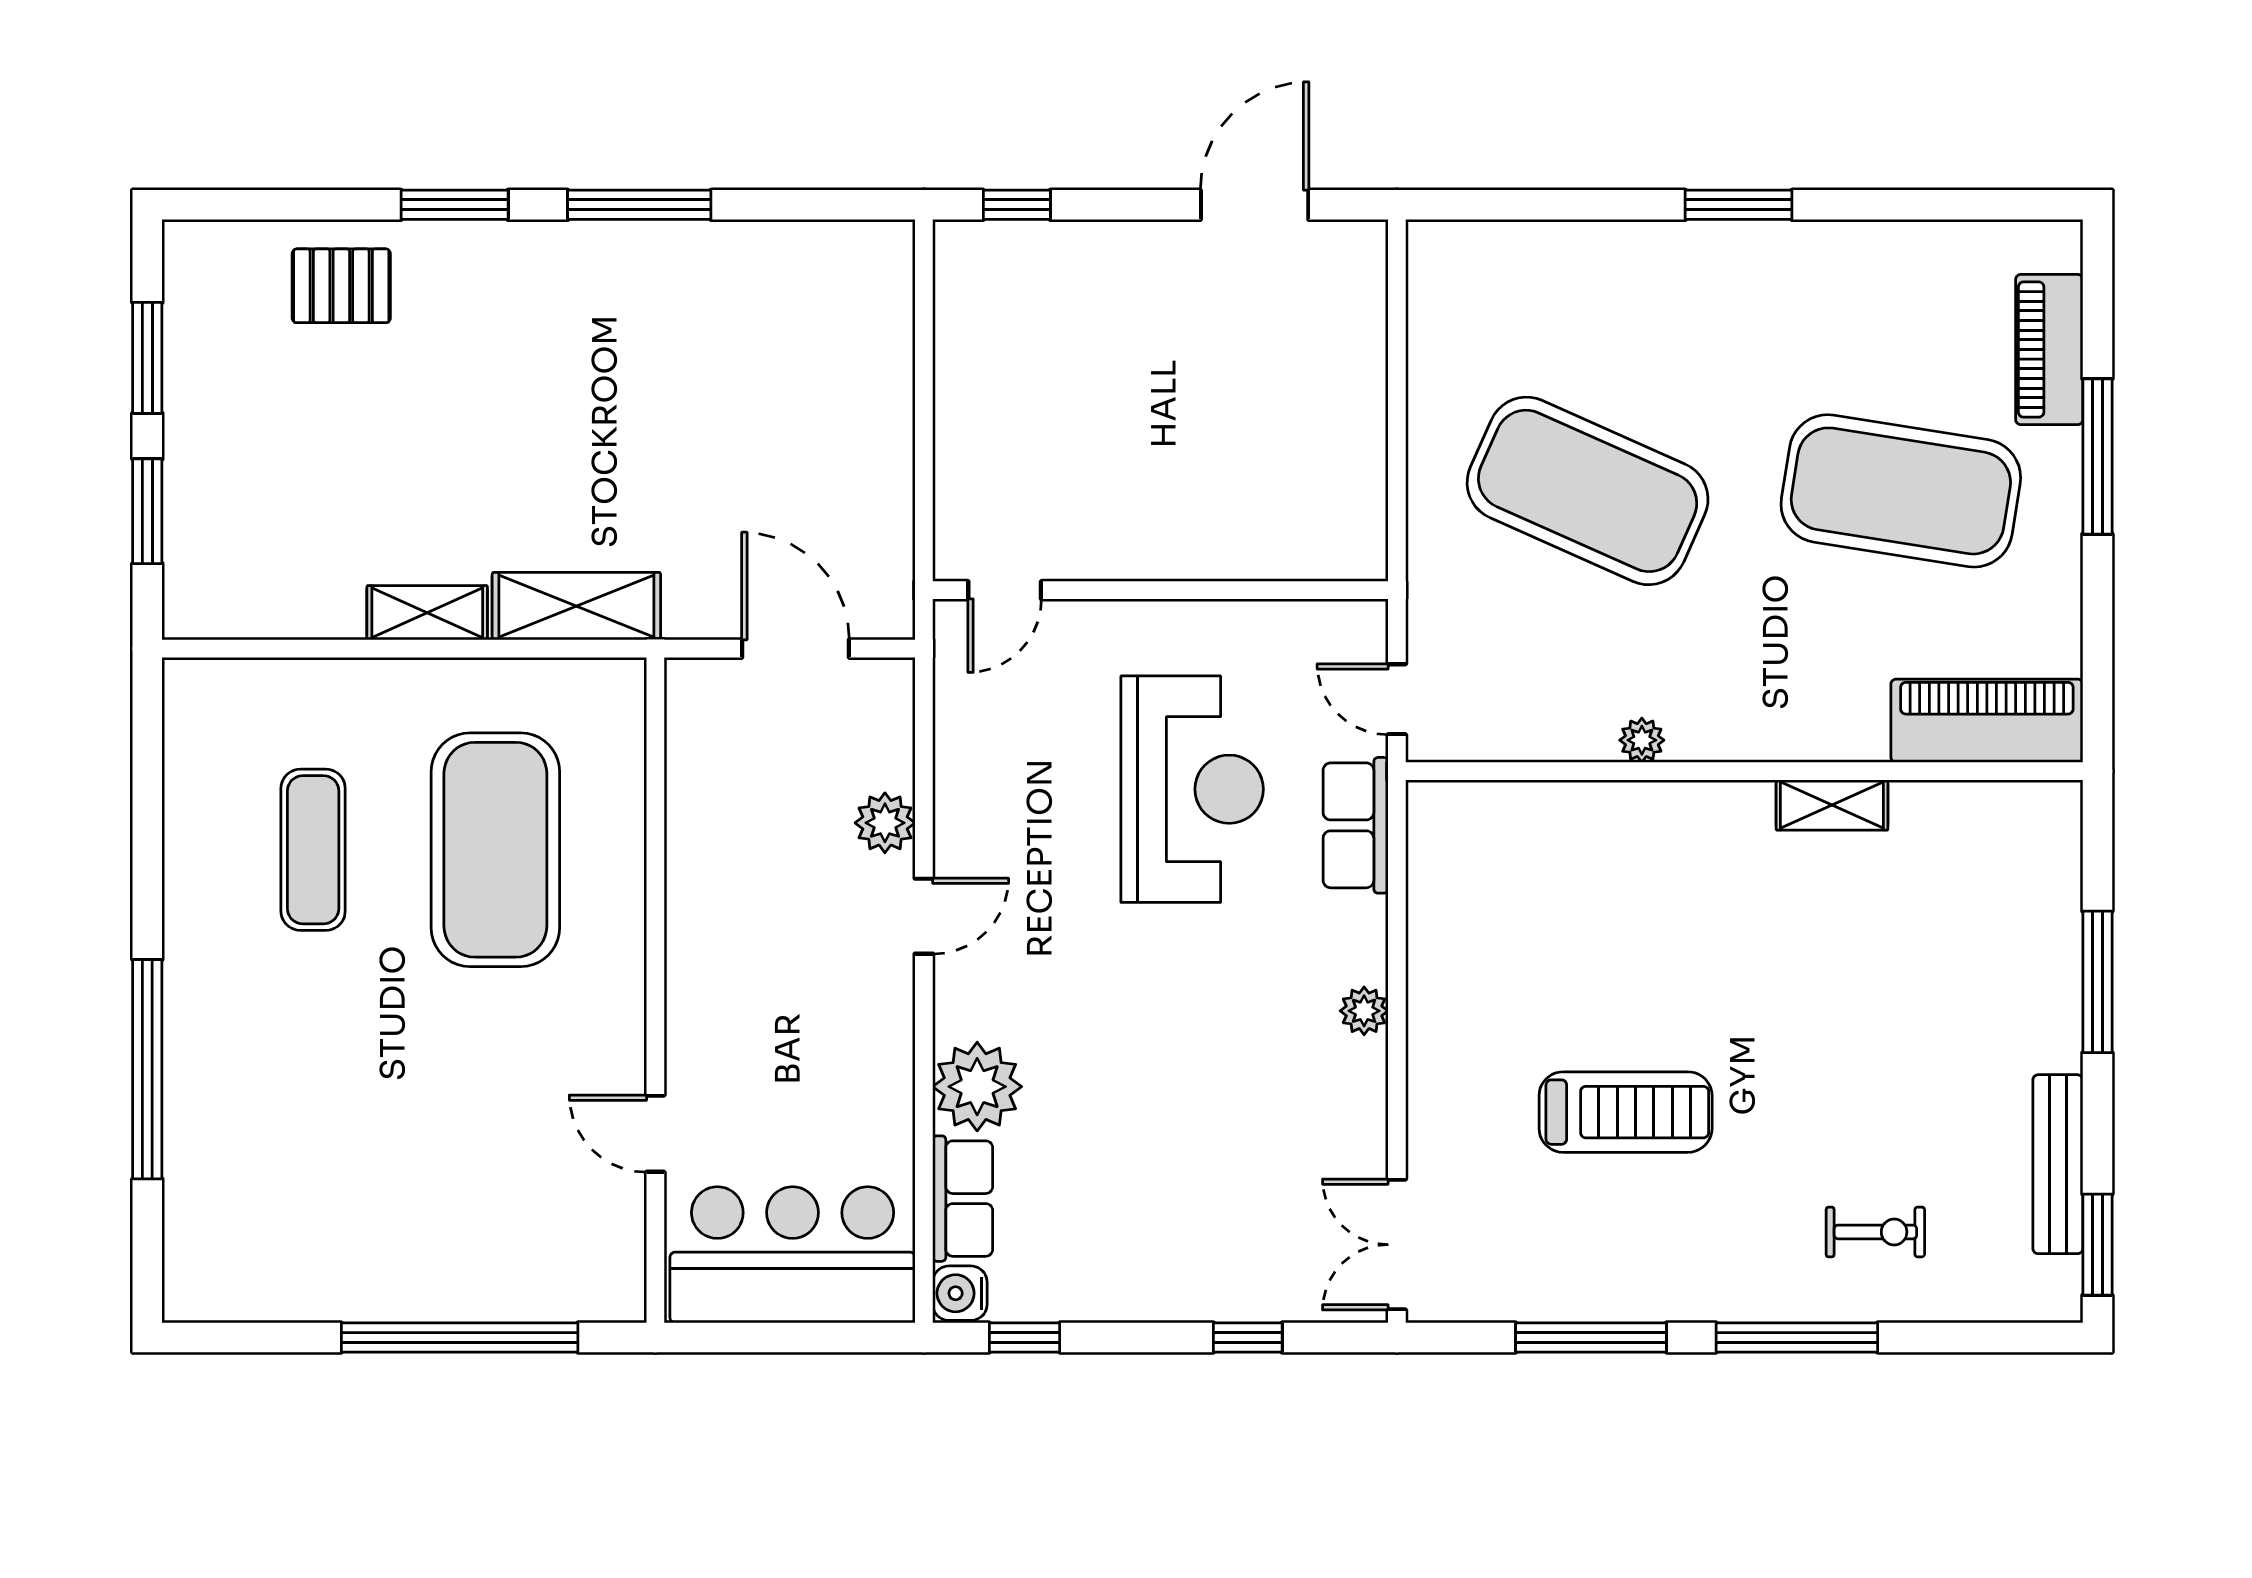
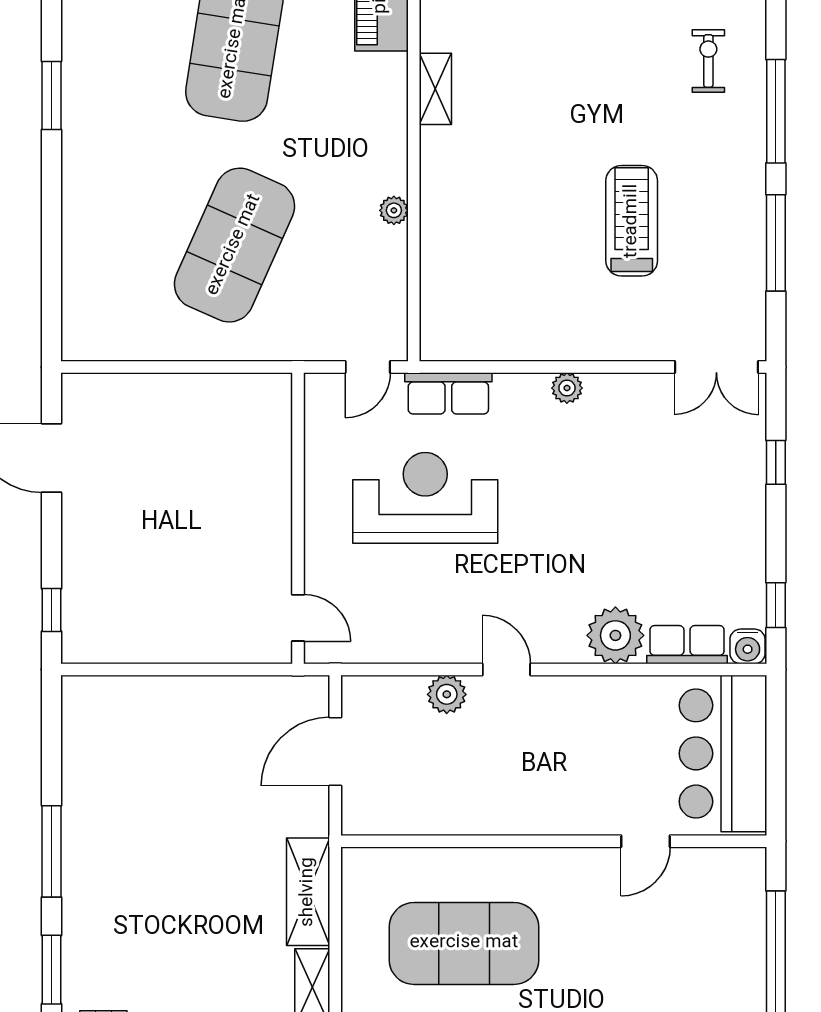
window: (1739, 205) -> (52, 95), moved

